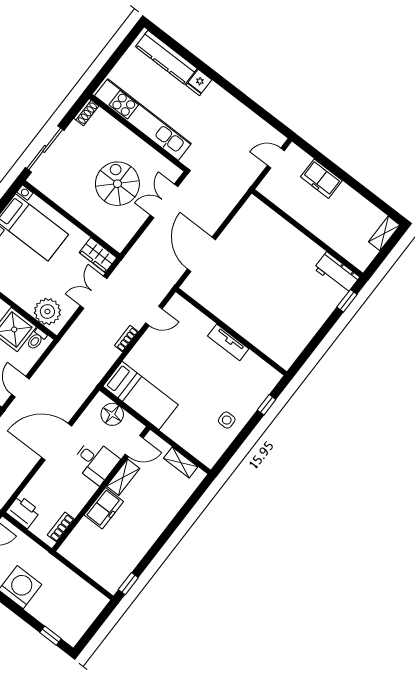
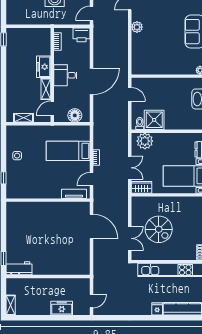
tv unit: (228, 342) -> (74, 194), moved
bed: (141, 395) -> (68, 151), moved
desk: (95, 461) -> (65, 75), moved

